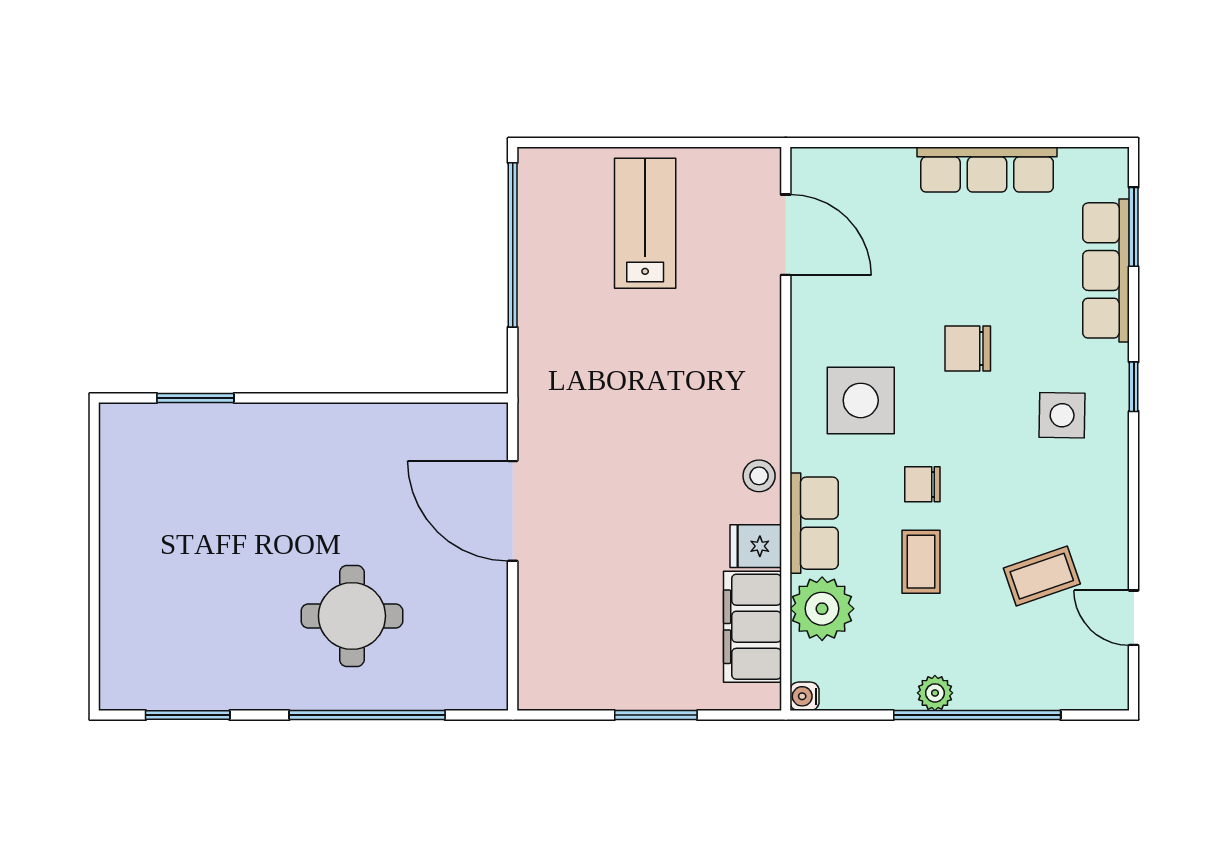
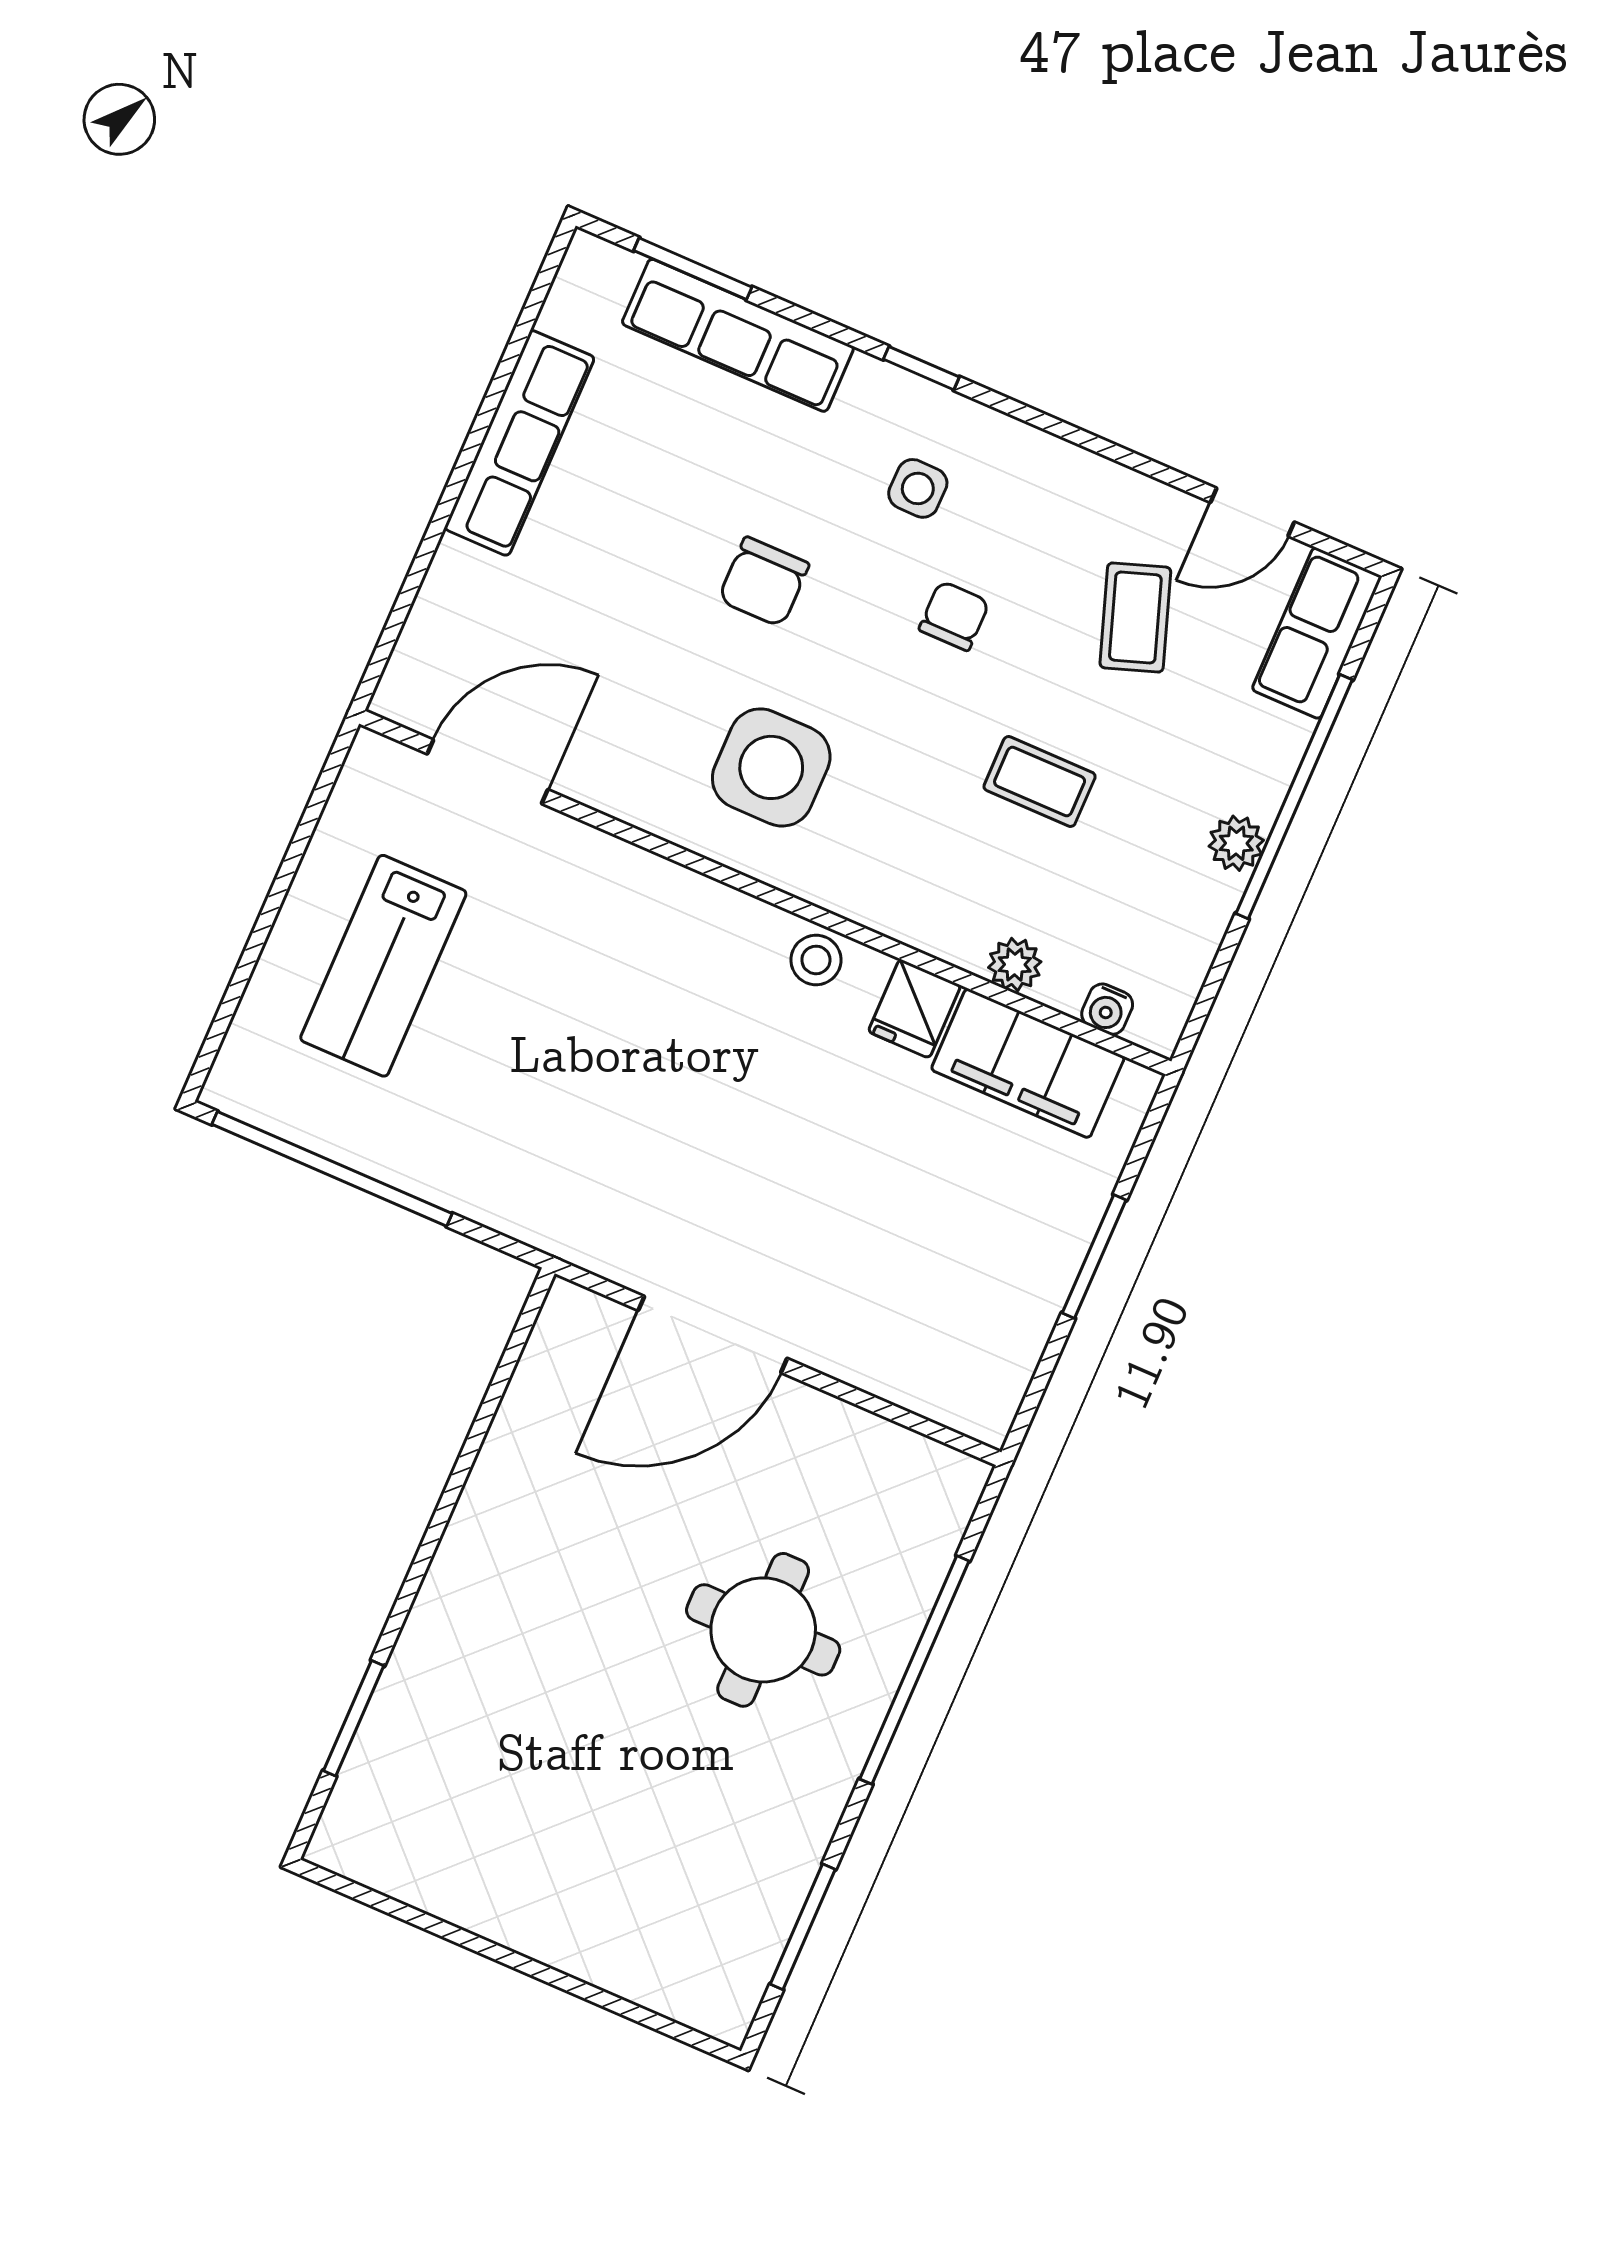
lab bench: (645, 223) -> (383, 966), turned -90
side table: (1062, 415) -> (918, 488), width x0.73, depth x0.73
chair: (922, 484) -> (954, 616), moved, turned 180
row of seats: (814, 523) -> (1317, 633), moved, turned -90
plant: (822, 609) -> (1015, 965), width x0.53, depth x0.53
water cooler: (804, 696) -> (1107, 1009), moved

